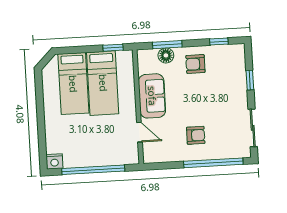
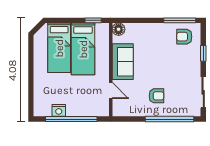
window: (219, 42) -> (180, 20), width x2.17
window: (167, 45) -> (138, 20), removed
floor lamp: (166, 55) -> (119, 29), moved
armchair: (195, 64) -> (184, 37), moved
nightstand: (54, 161) -> (59, 110), moved

